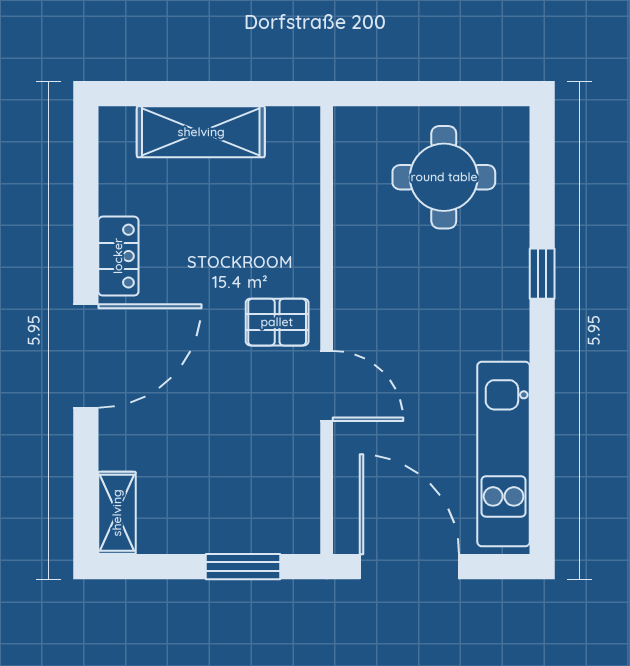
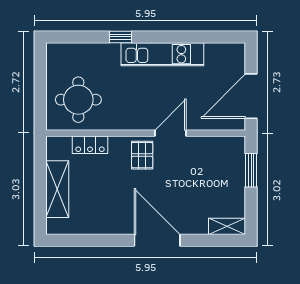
round table: (444, 177) -> (78, 100), moved
locker: (118, 256) -> (90, 145), moved, turned 180
kitchen unit: (504, 454) -> (162, 54), moved

